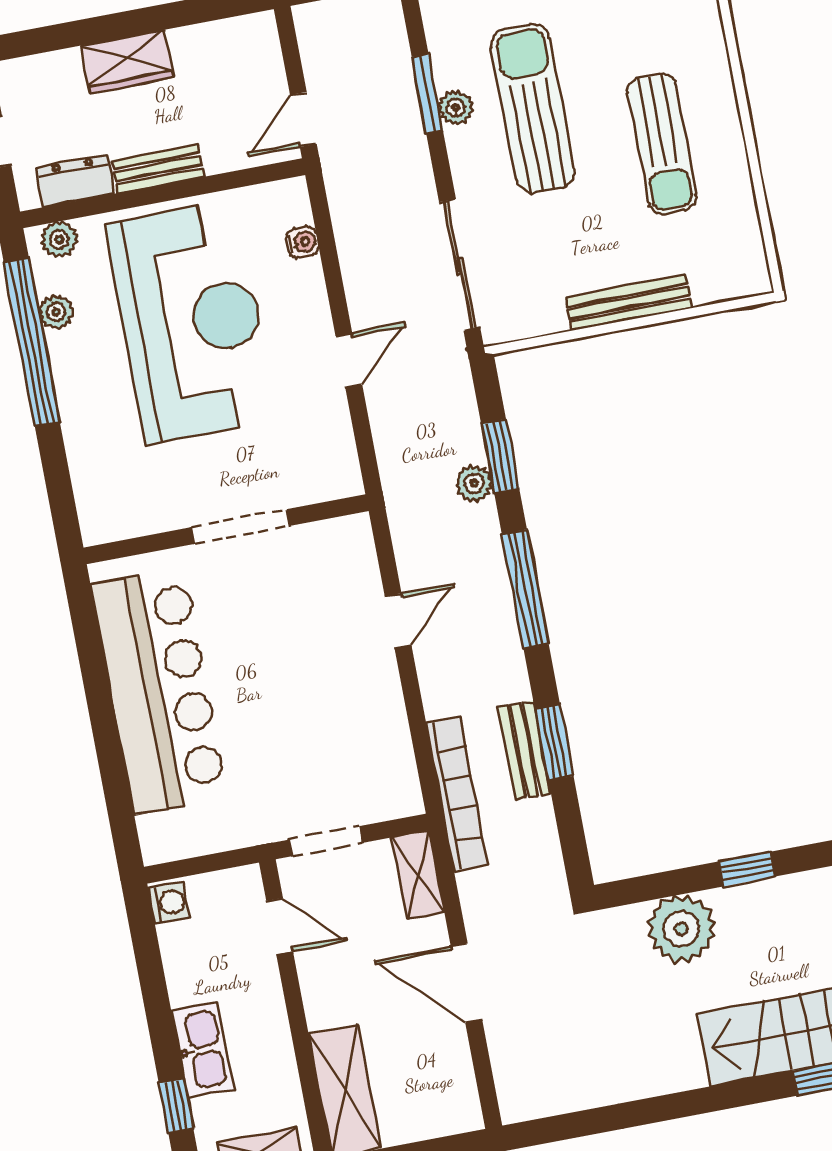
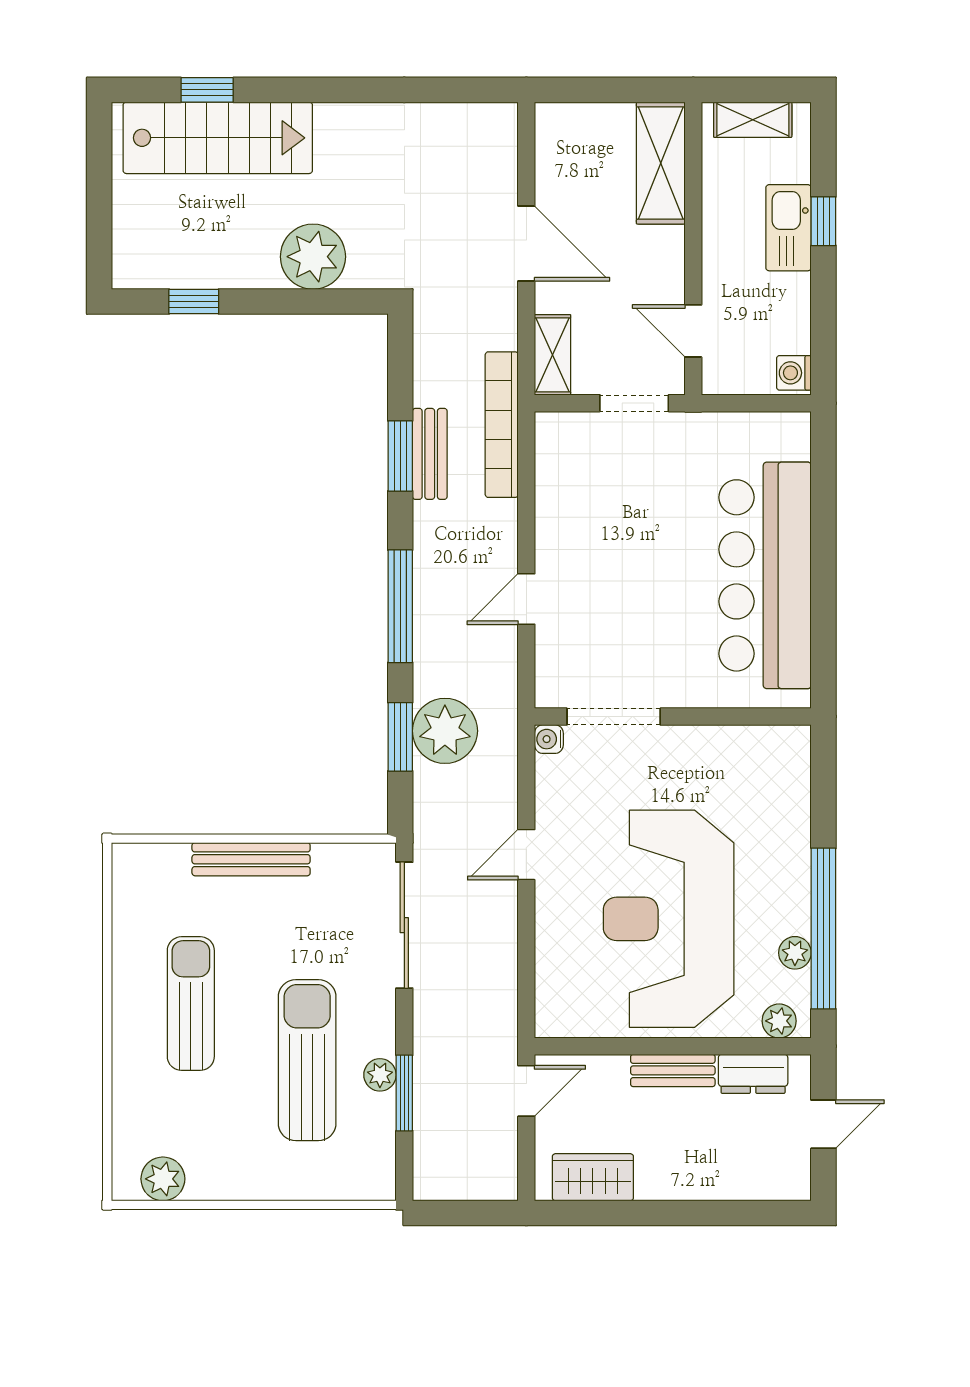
wardrobe: (127, 62) -> (593, 1177), moved
sun lounger: (533, 109) -> (307, 1060), turned 180
water cooler: (303, 242) -> (549, 739), moved
plant: (474, 483) -> (445, 731), width x1.87, depth x1.87
doorway: (241, 526) -> (614, 717), moved
window: (747, 869) -> (194, 301), moved
window: (176, 1106) -> (823, 221), moved

